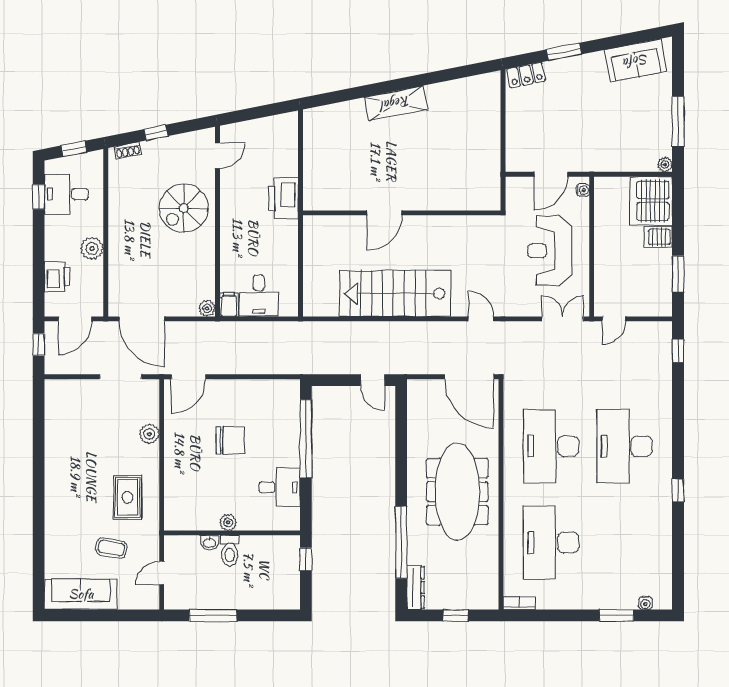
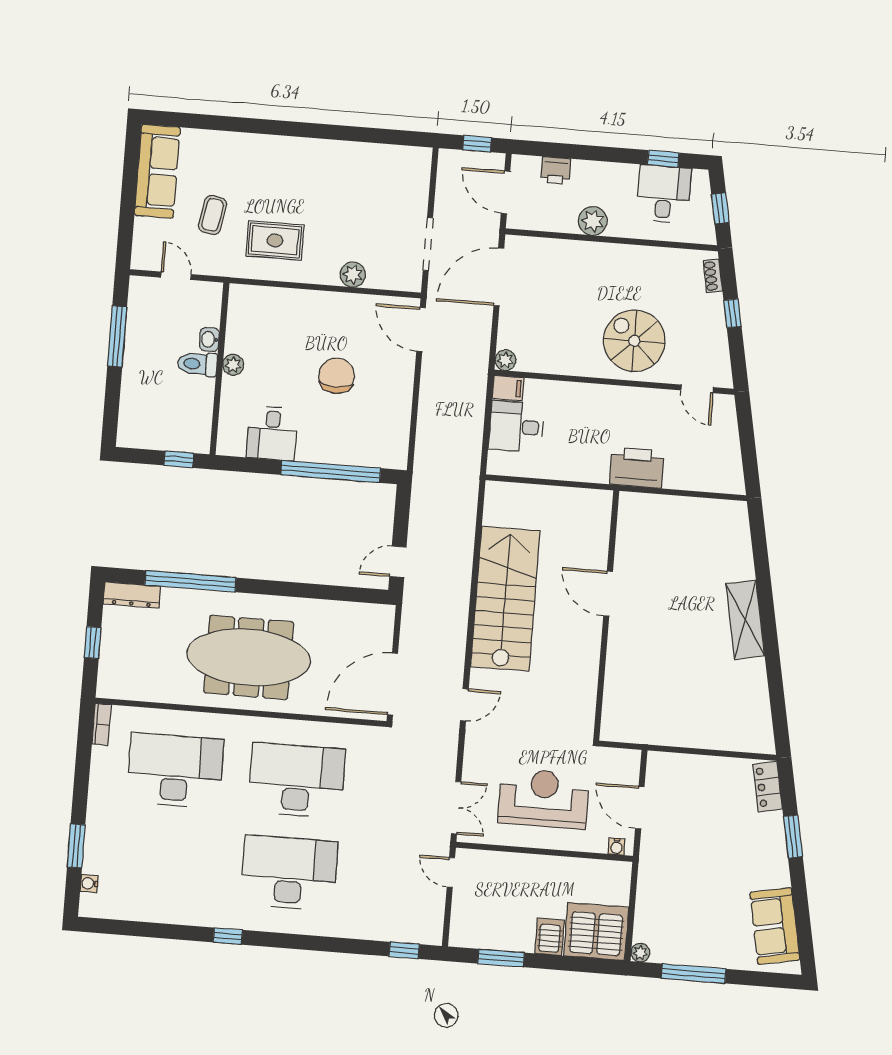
printer: (57, 277) -> (556, 170), width x0.73, depth x0.81
chair: (230, 440) -> (337, 376), turned 180

